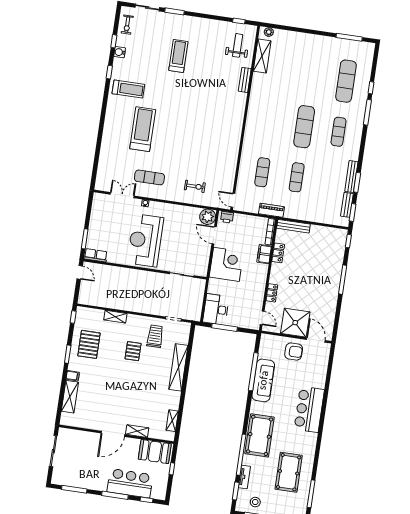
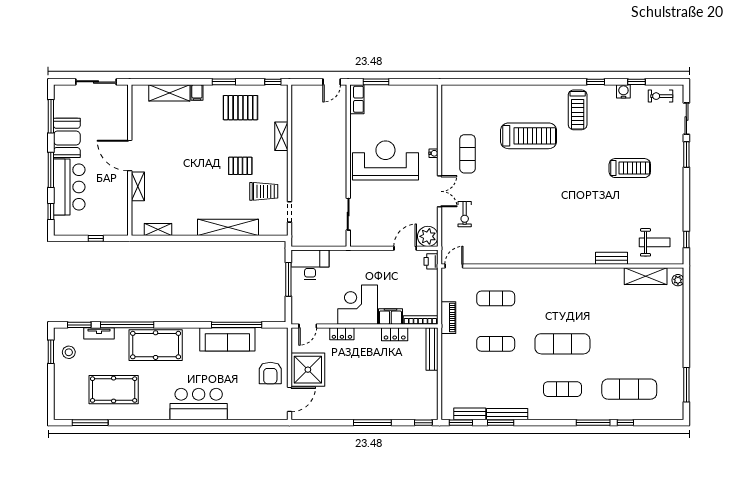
double door: (122, 195) -> (440, 191), moved
corner desk: (226, 264) -> (358, 305), moved, turned 180
booth: (155, 452) -> (67, 138), moved

